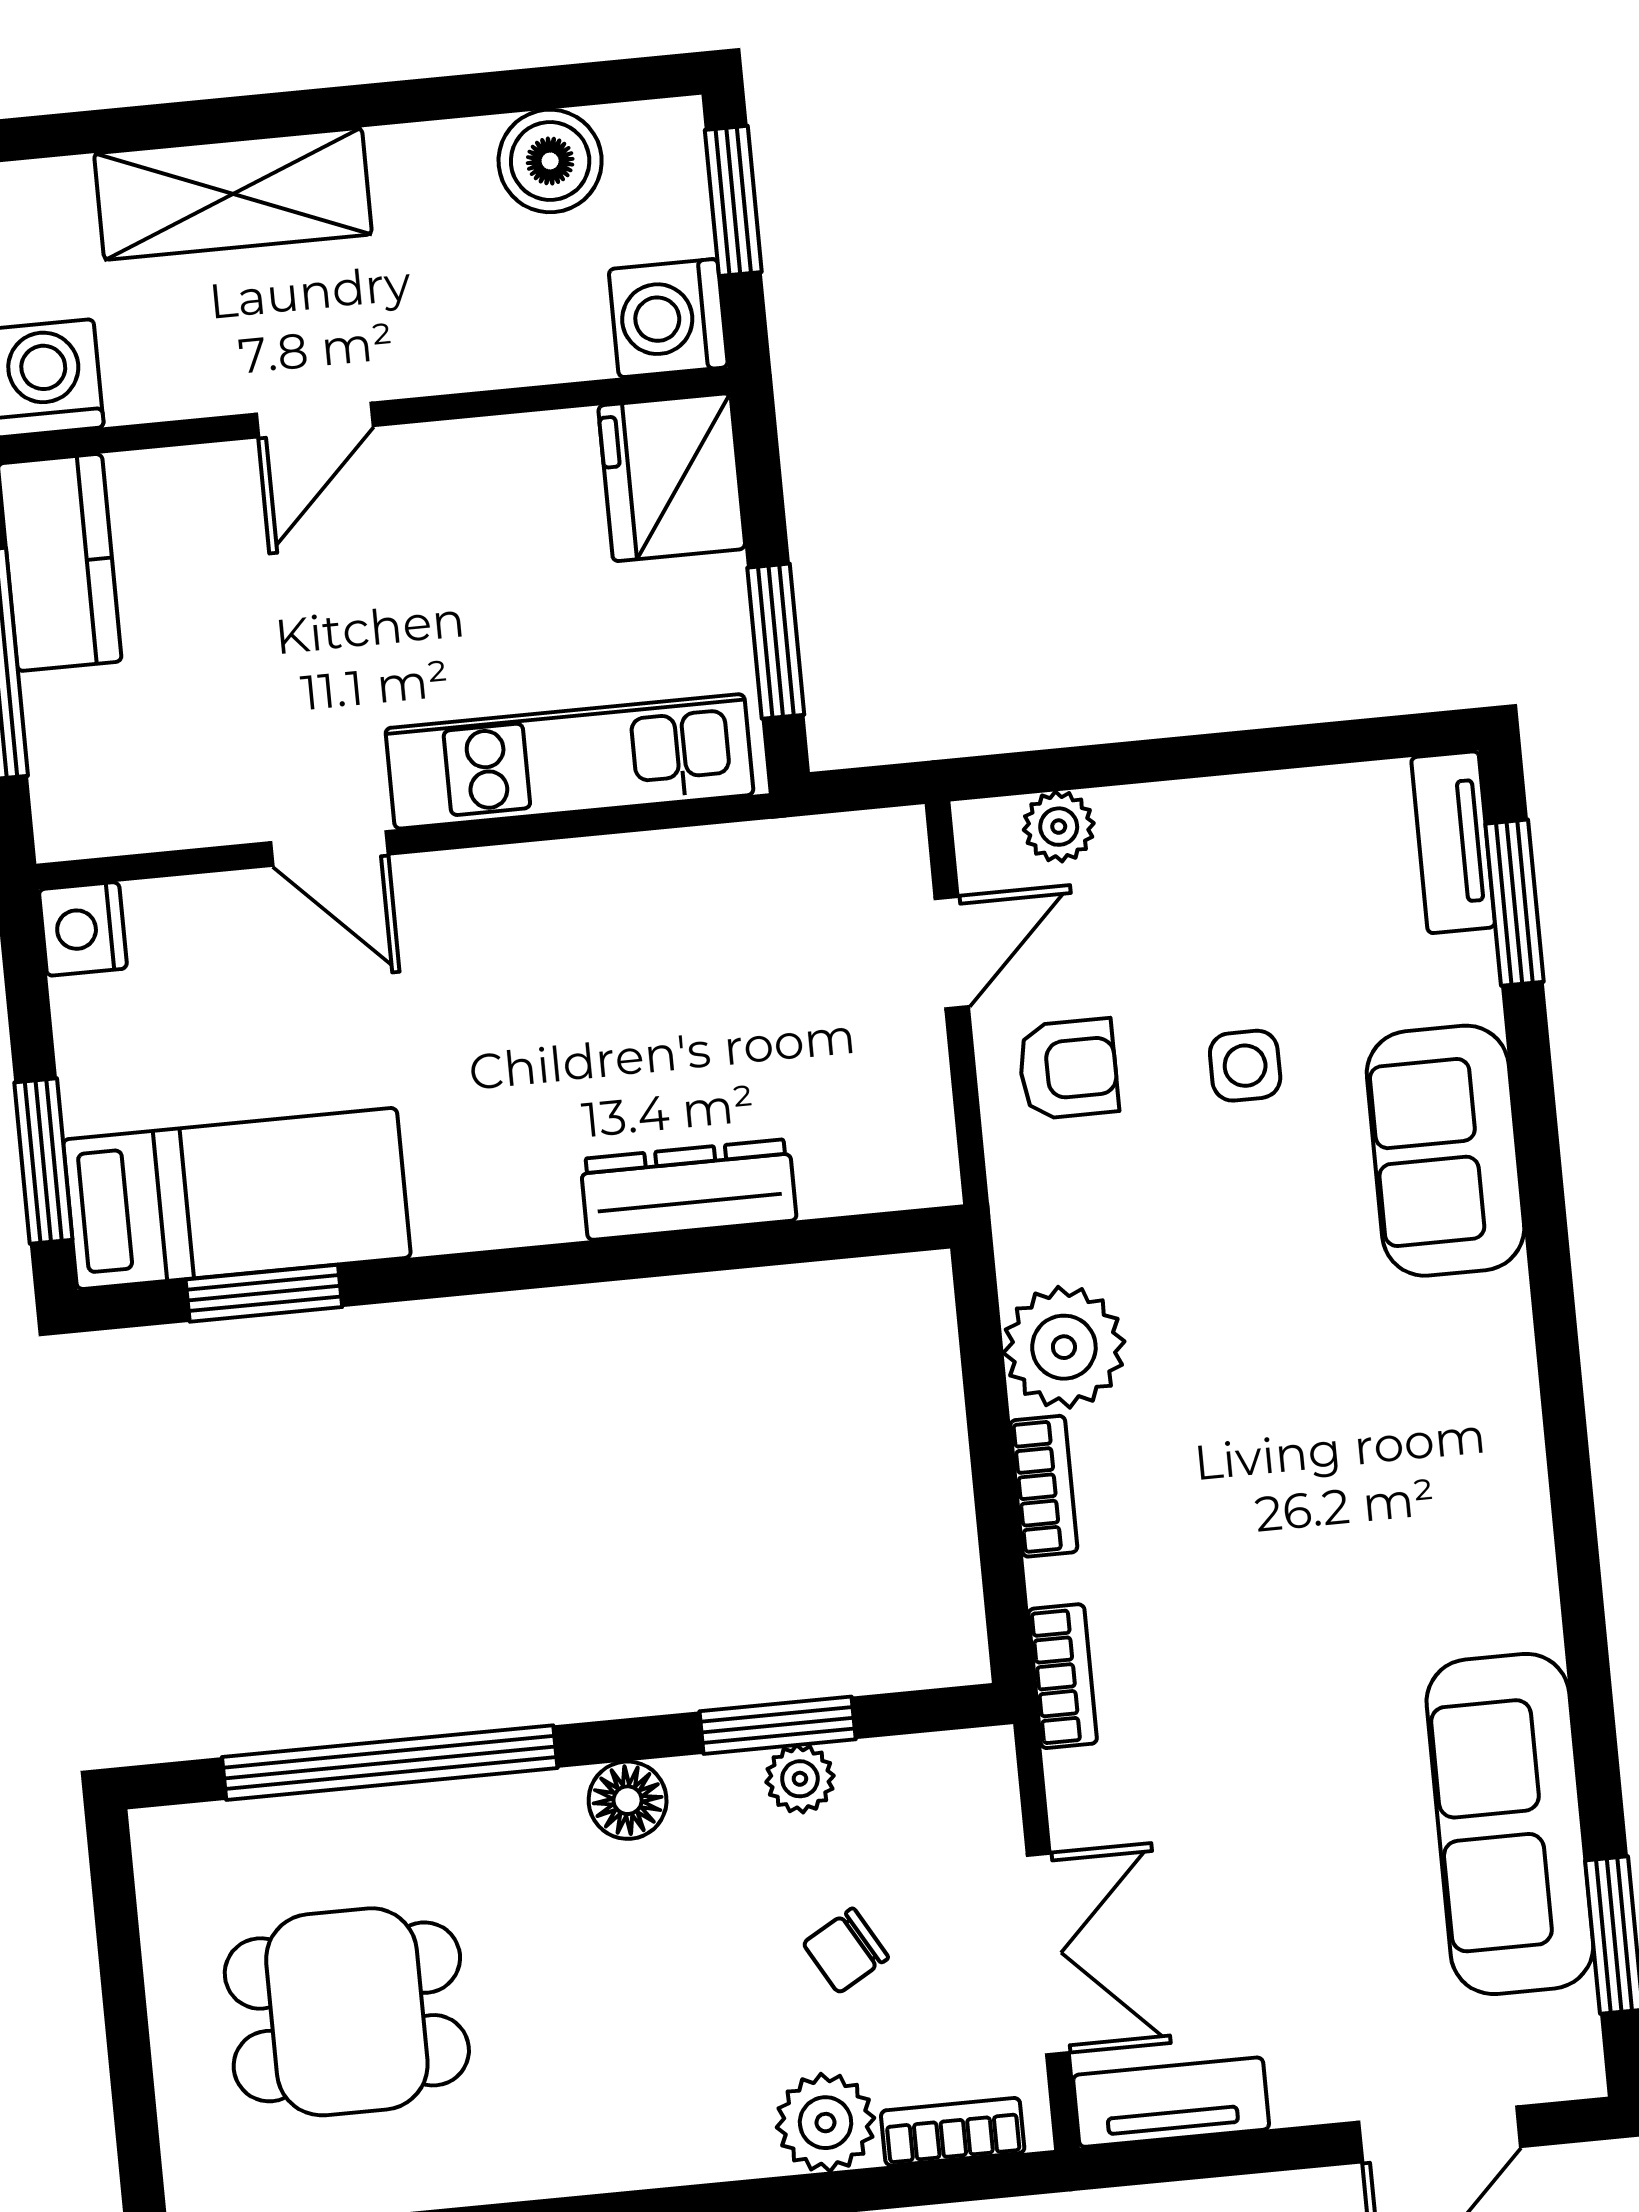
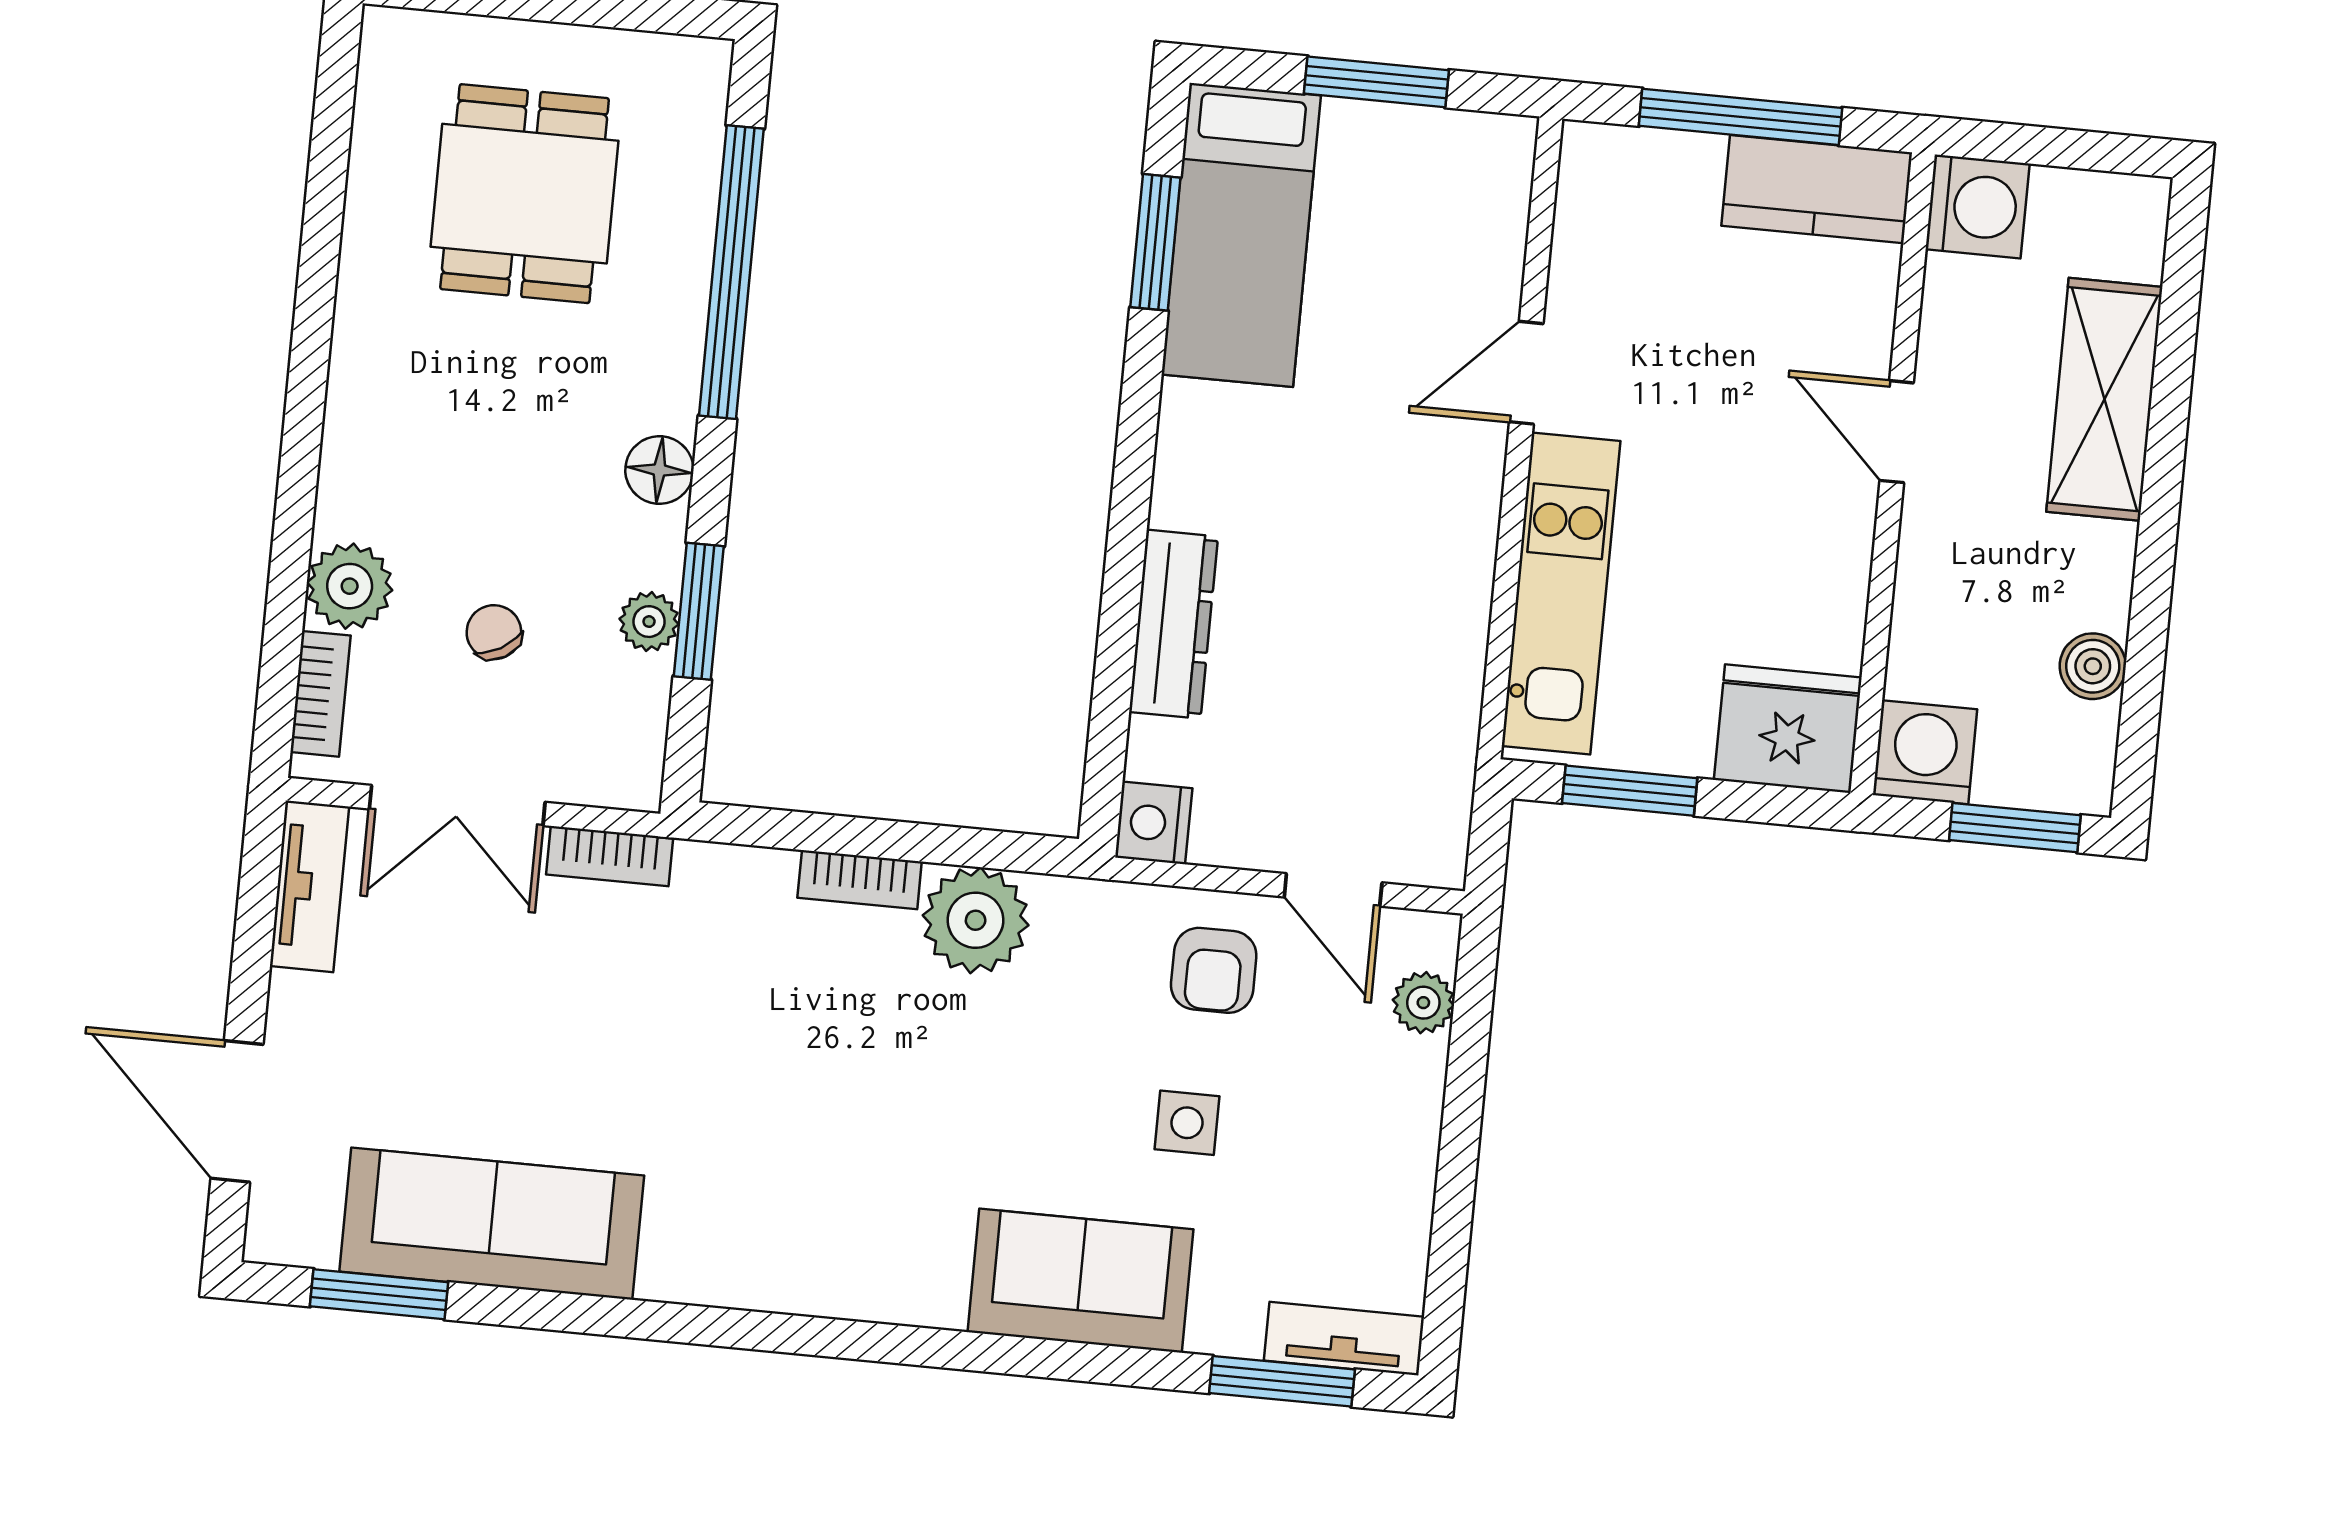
boiler: (550, 161) -> (2093, 666), width x0.73, depth x0.73
nightstand: (83, 929) -> (1154, 823), moved, turned -90
window: (43, 1161) -> (1376, 82), moved
bookcase: (1063, 1676) -> (610, 856), moved

